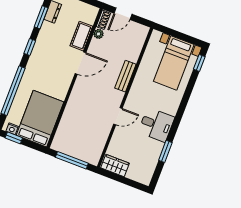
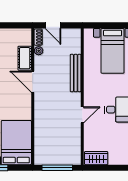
door: (123, 14) -> (53, 25), hinge flipped
door: (80, 63) -> (33, 82), swing flipped
bench: (125, 76) -> (76, 73), width x1.36

